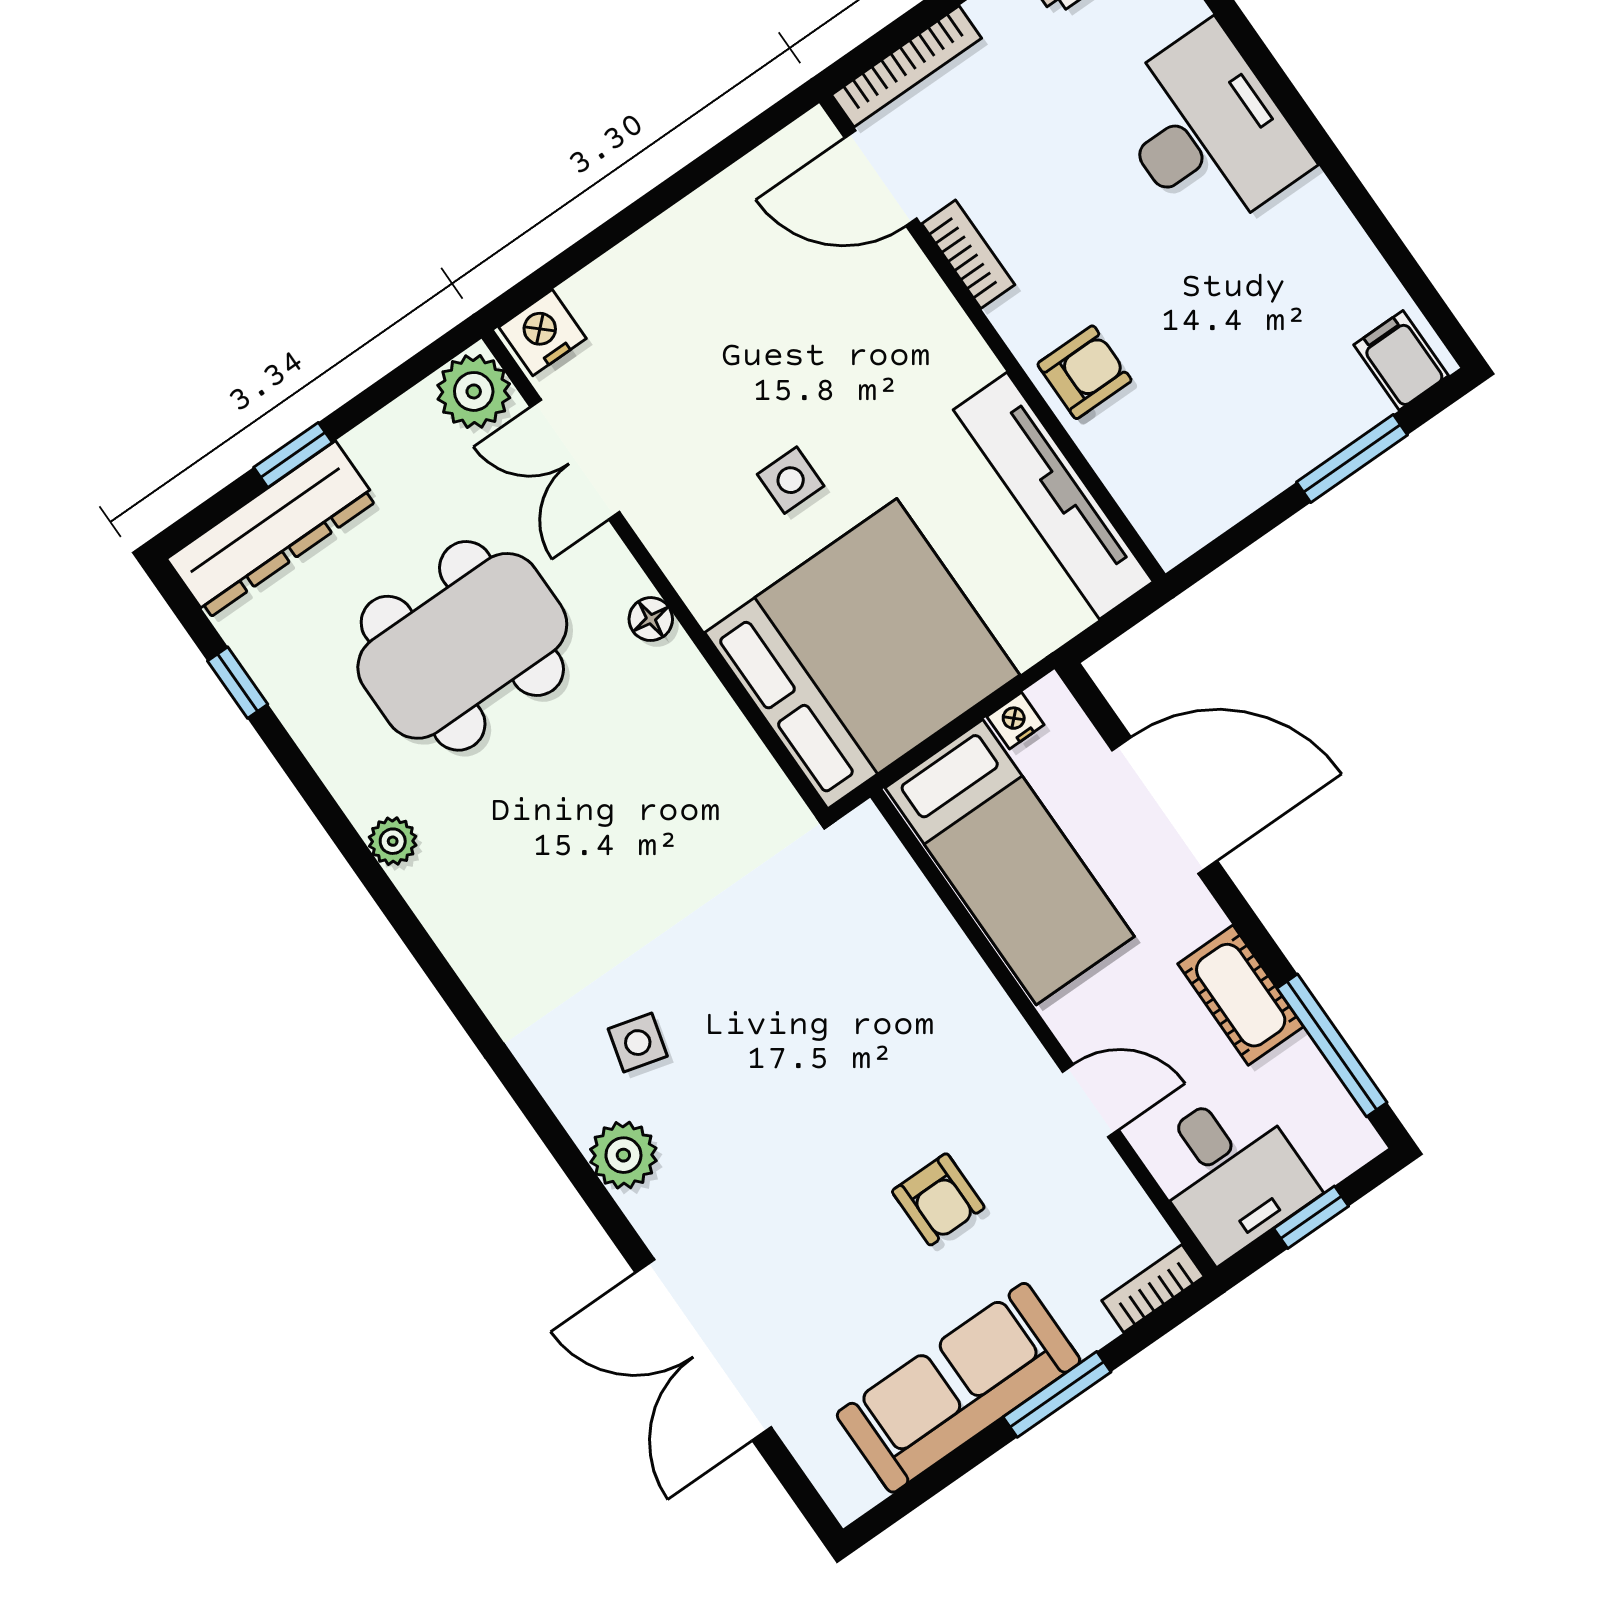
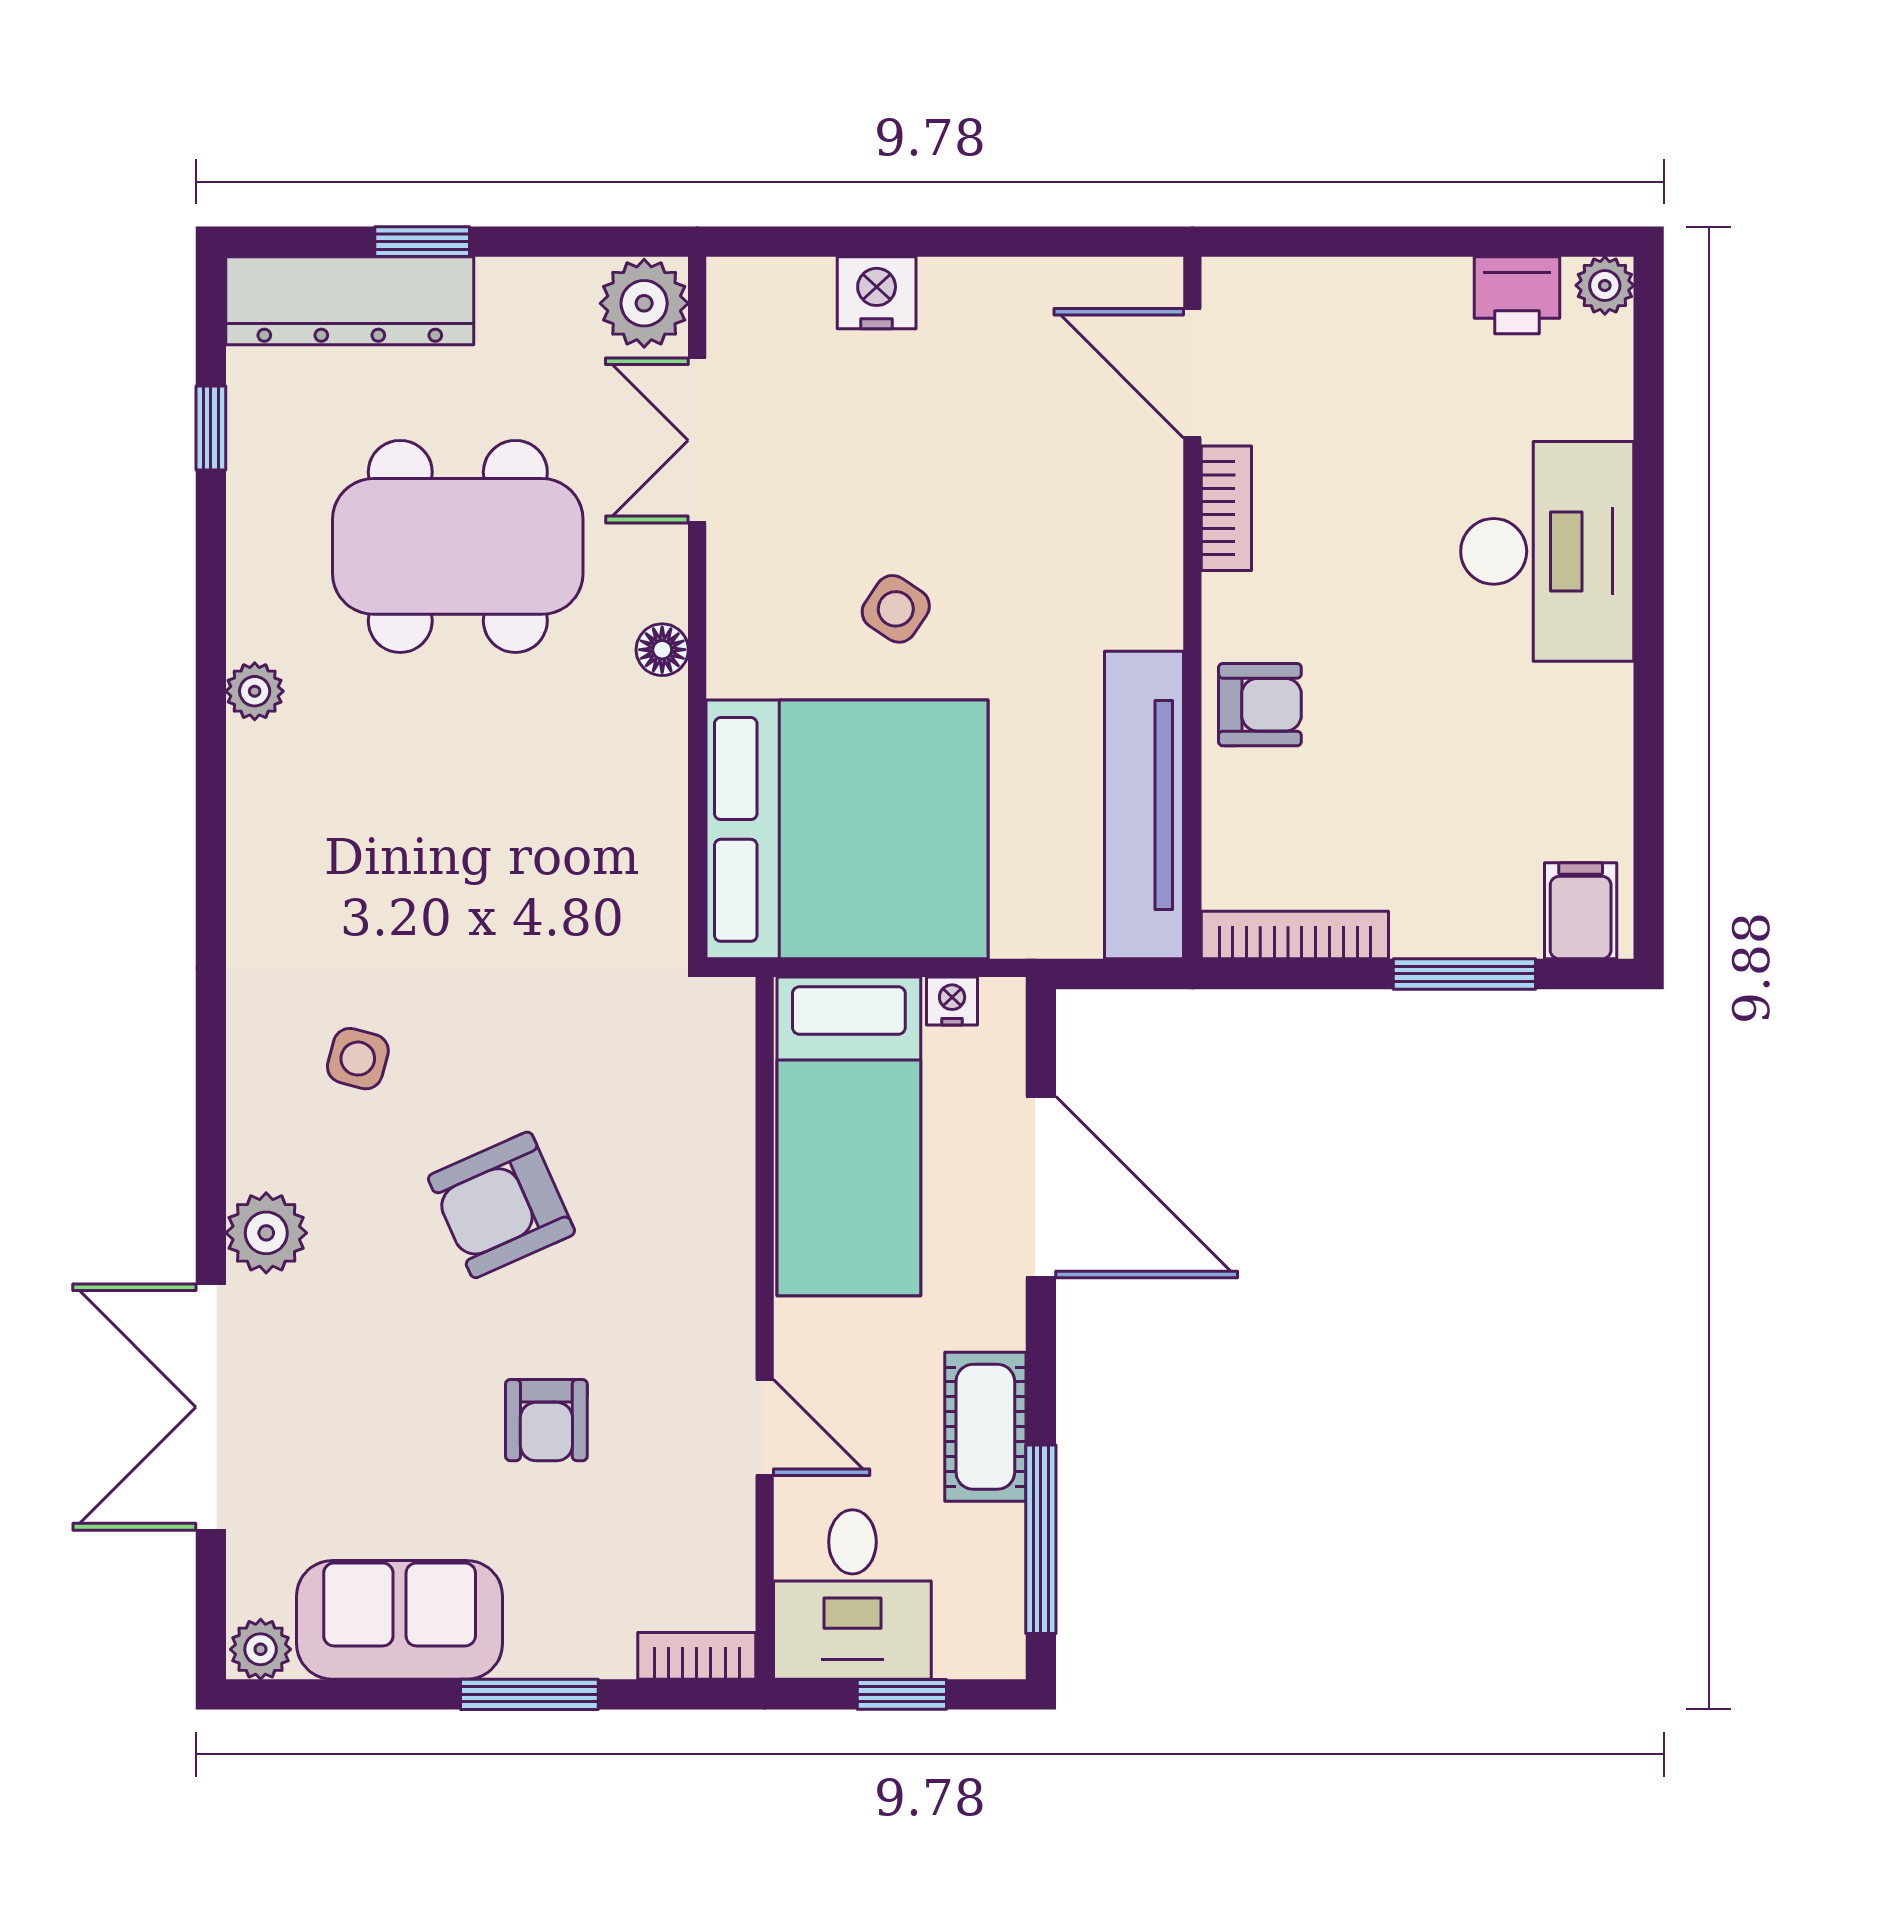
bookcase: (907, 66) -> (1295, 935), moved, turned 180
nightstand: (543, 333) -> (877, 293), moved
side table: (791, 480) -> (896, 609), turned 34
armchair: (805, 1074) -> (501, 1205), added
plant: (623, 1155) -> (266, 1233), moved
sofa: (958, 1388) -> (400, 1620), width x0.73
plant: (852, 1492) -> (261, 1649), added

